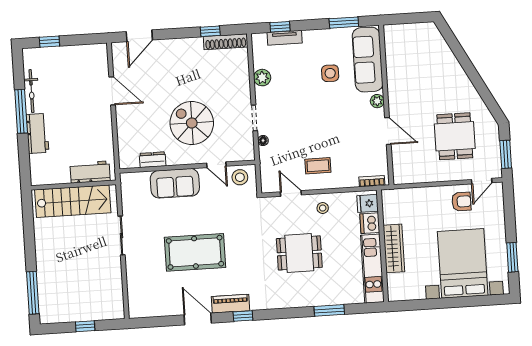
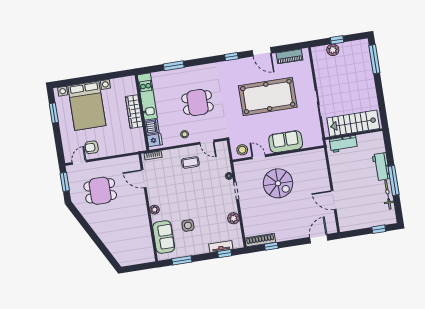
sofa: (368, 60) -> (164, 237), width x0.73
door: (388, 131) -> (144, 179), moved
dining table: (455, 136) -> (100, 191), turned 90
dresser: (153, 160) -> (302, 156), removed
pool table: (195, 252) -> (268, 96), width x1.36, depth x1.32
piano: (230, 304) -> (289, 56), moved
plant: (93, 312) -> (333, 50), added

